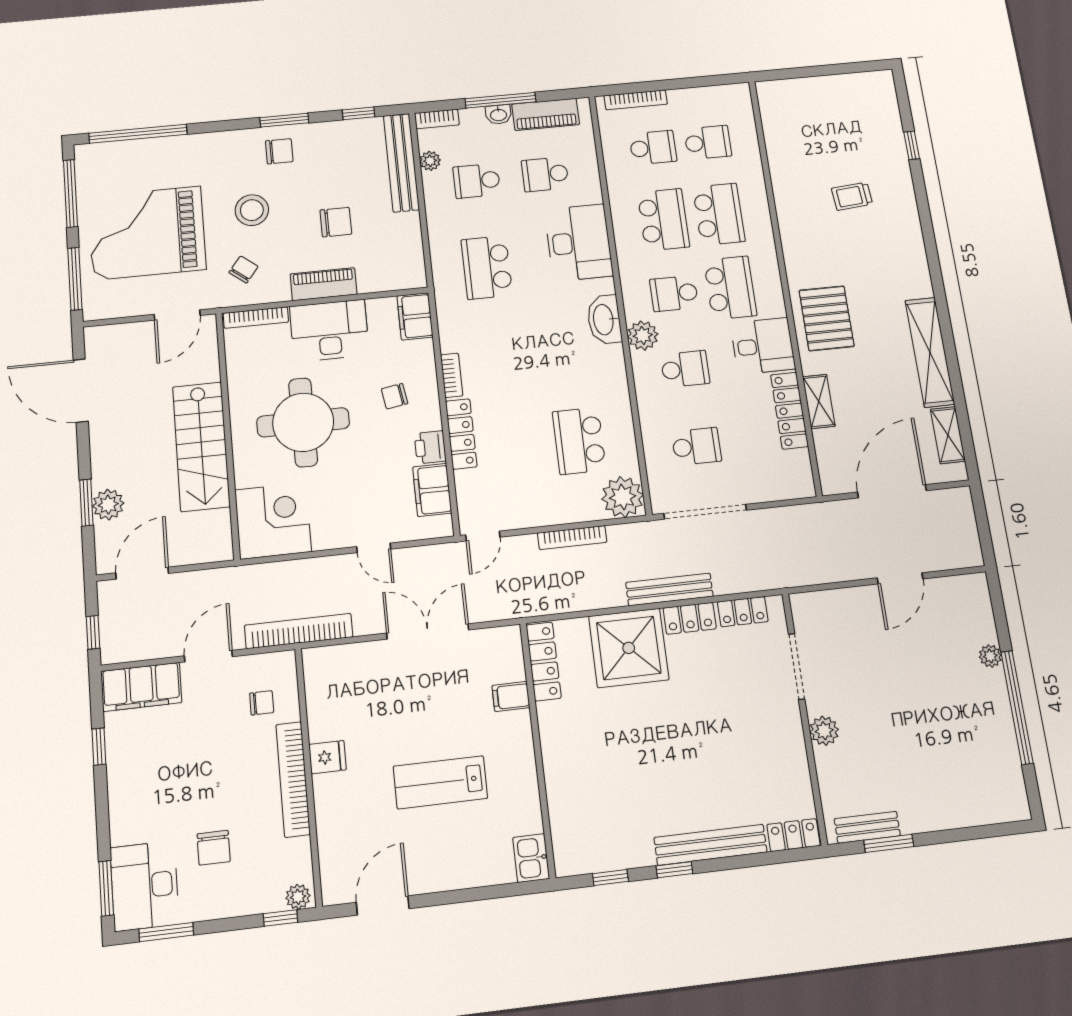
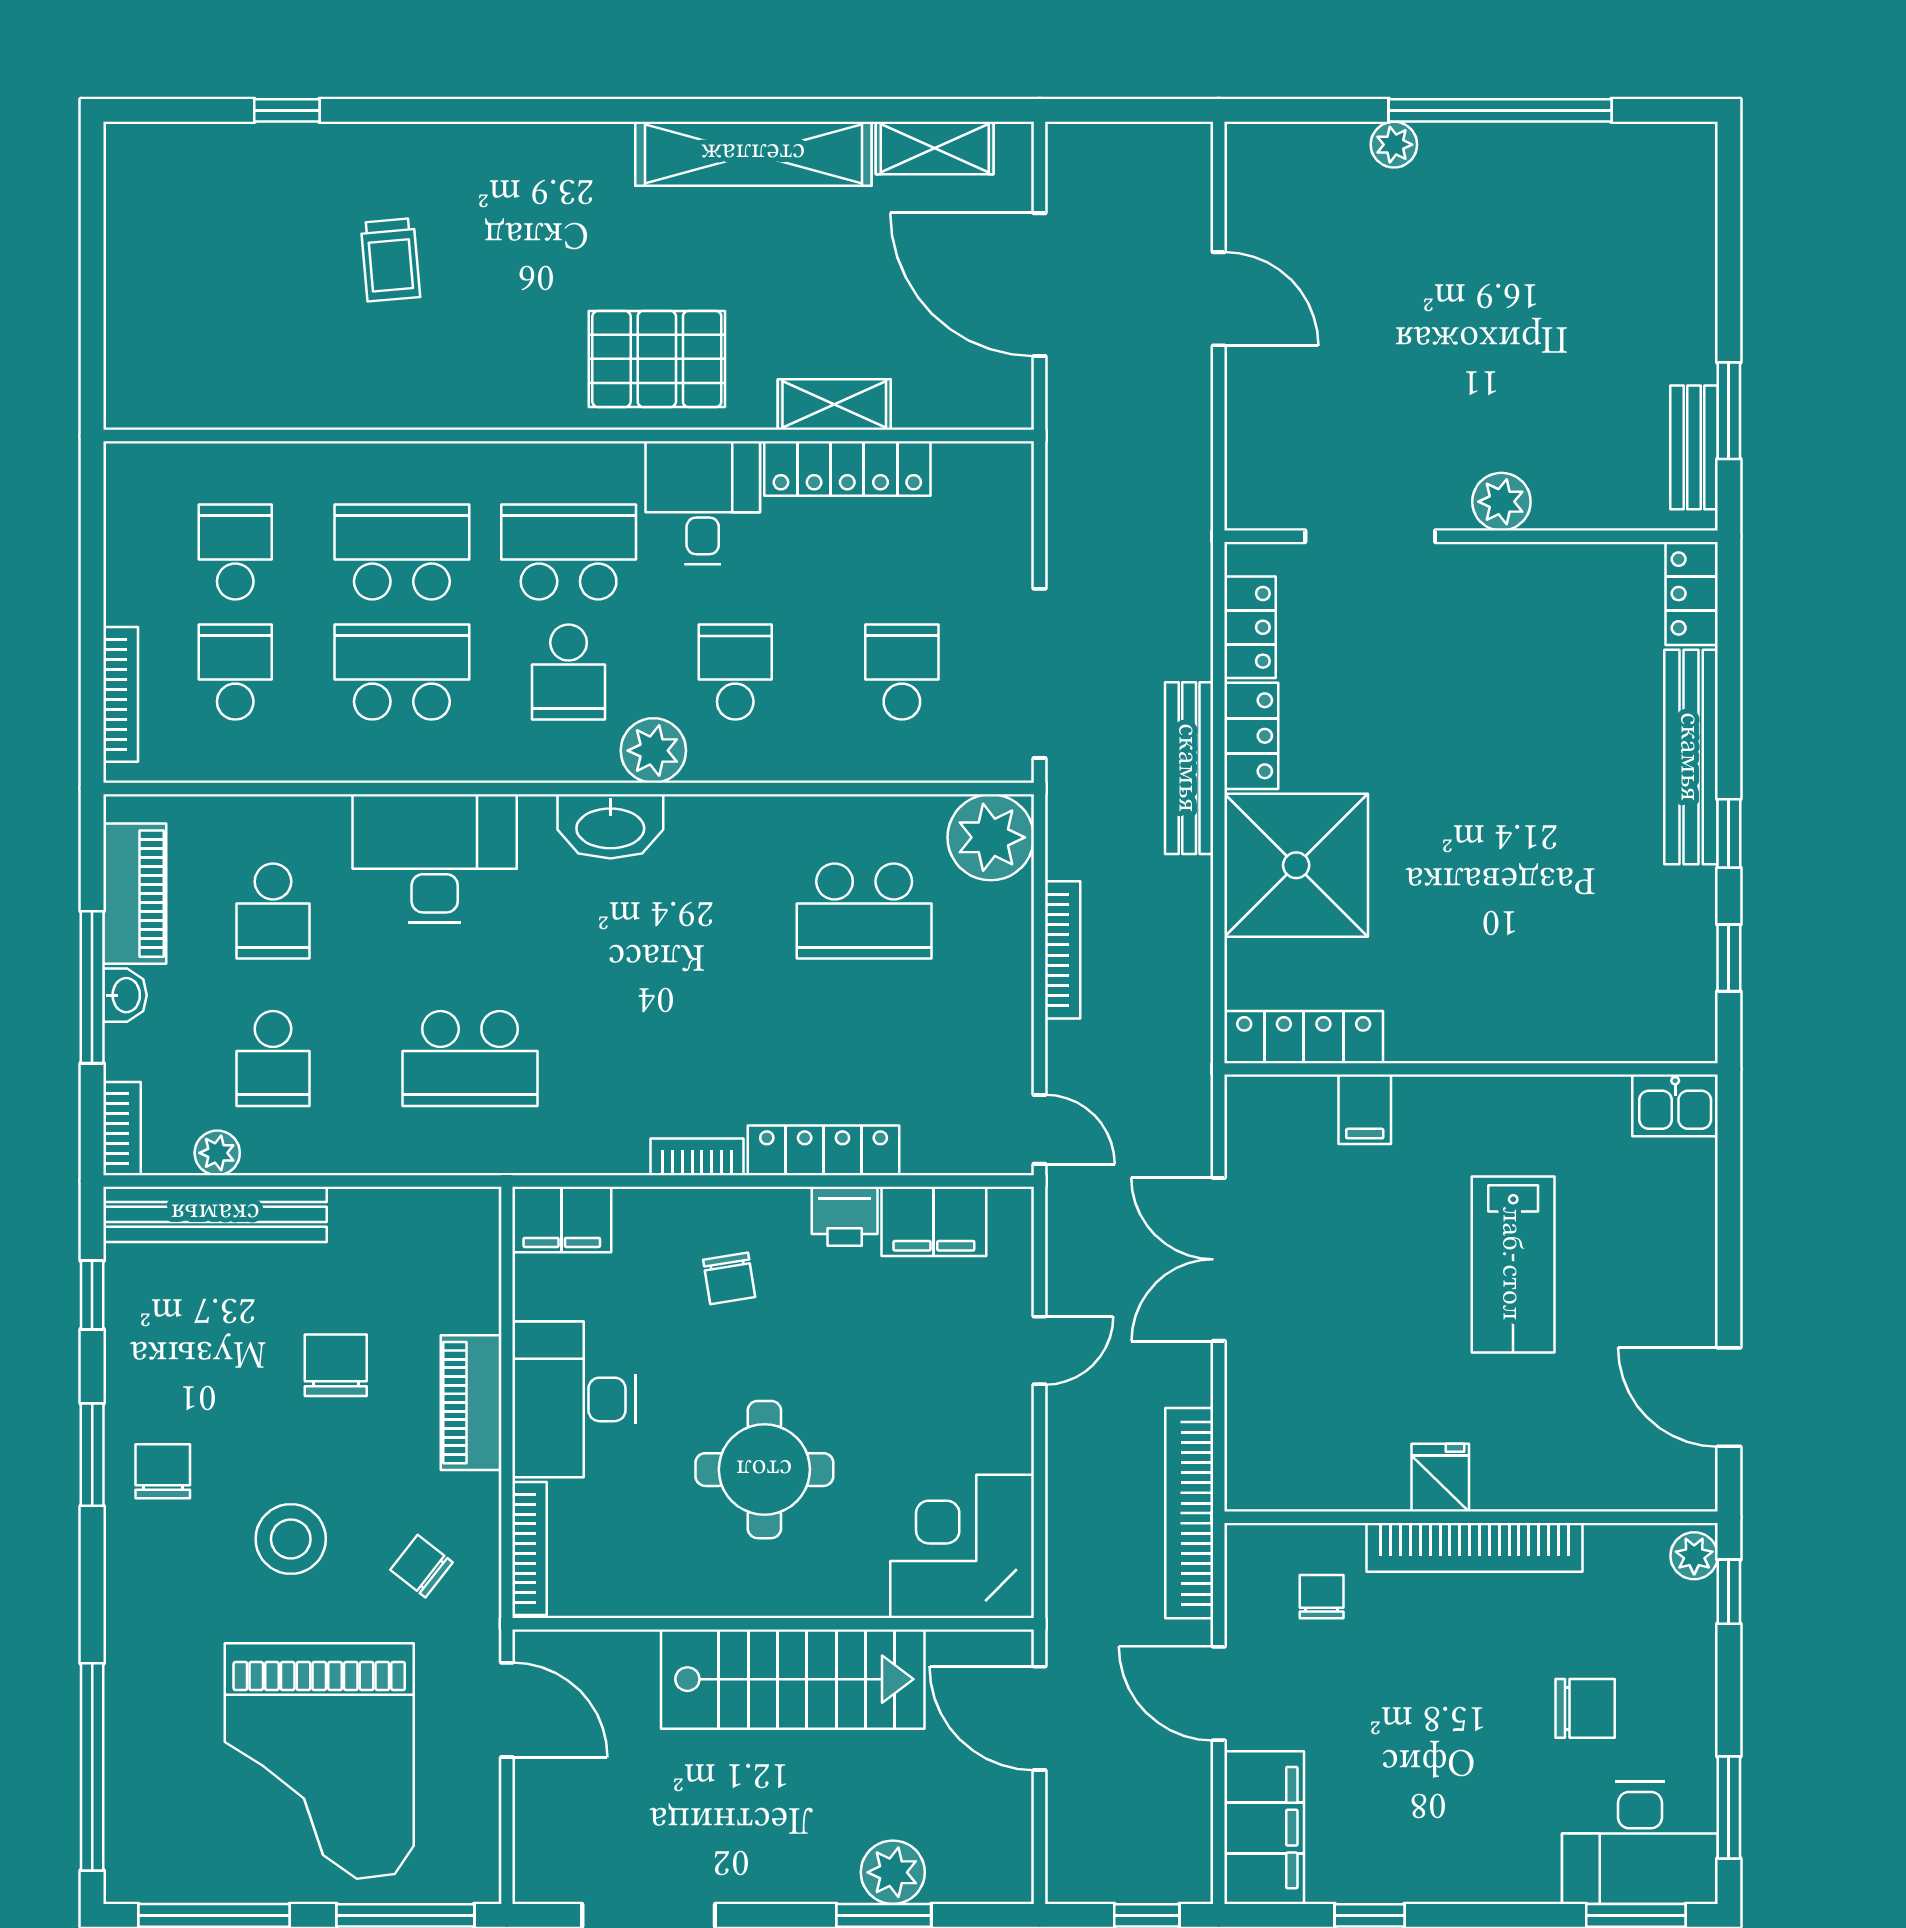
round table: (303, 422) -> (764, 1470), width x0.73, depth x0.73
door: (142, 573) -> (1039, 1718), moved

